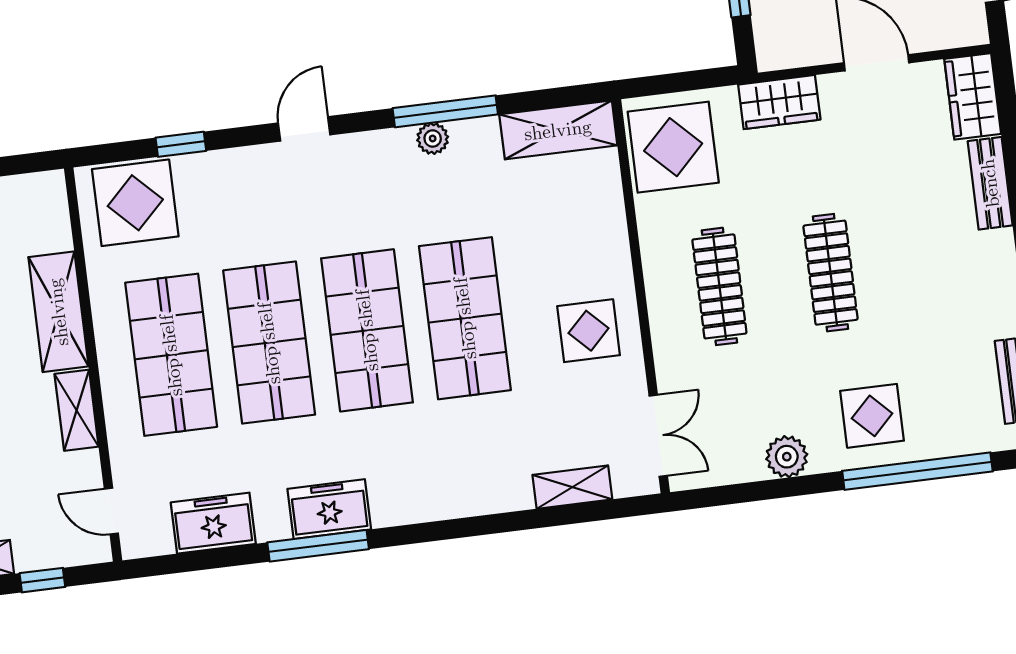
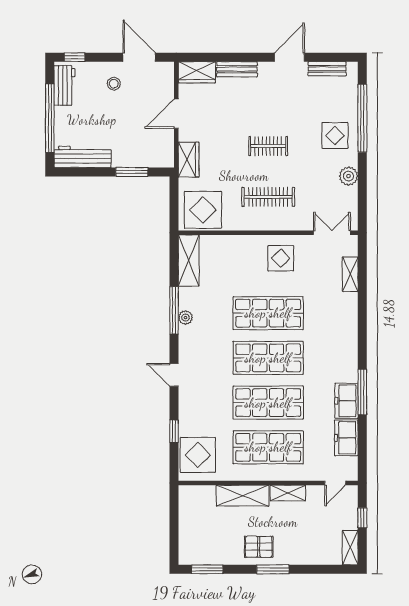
clothes rail: (831, 273) -> (268, 146), width x0.73
freezer: (329, 509) -> (346, 401), moved

